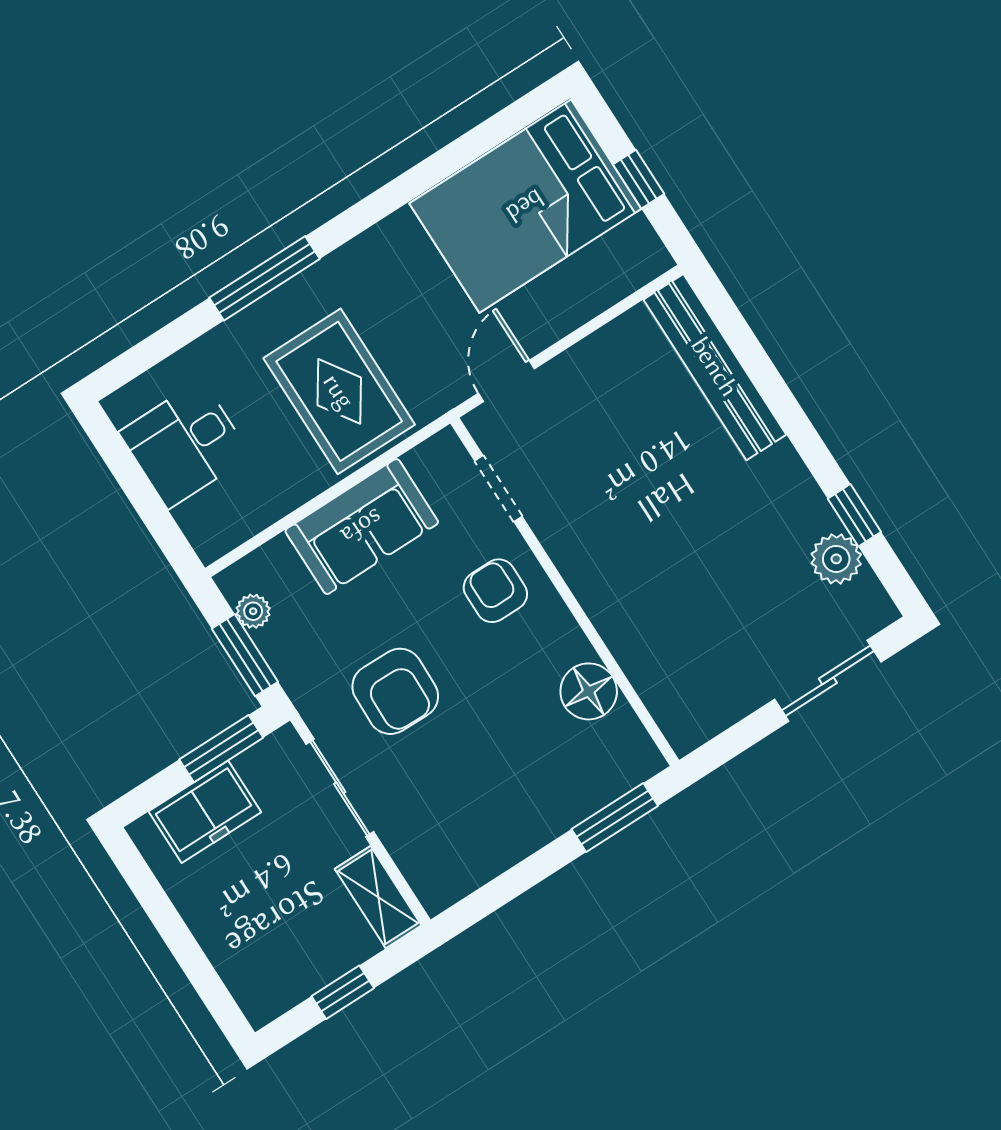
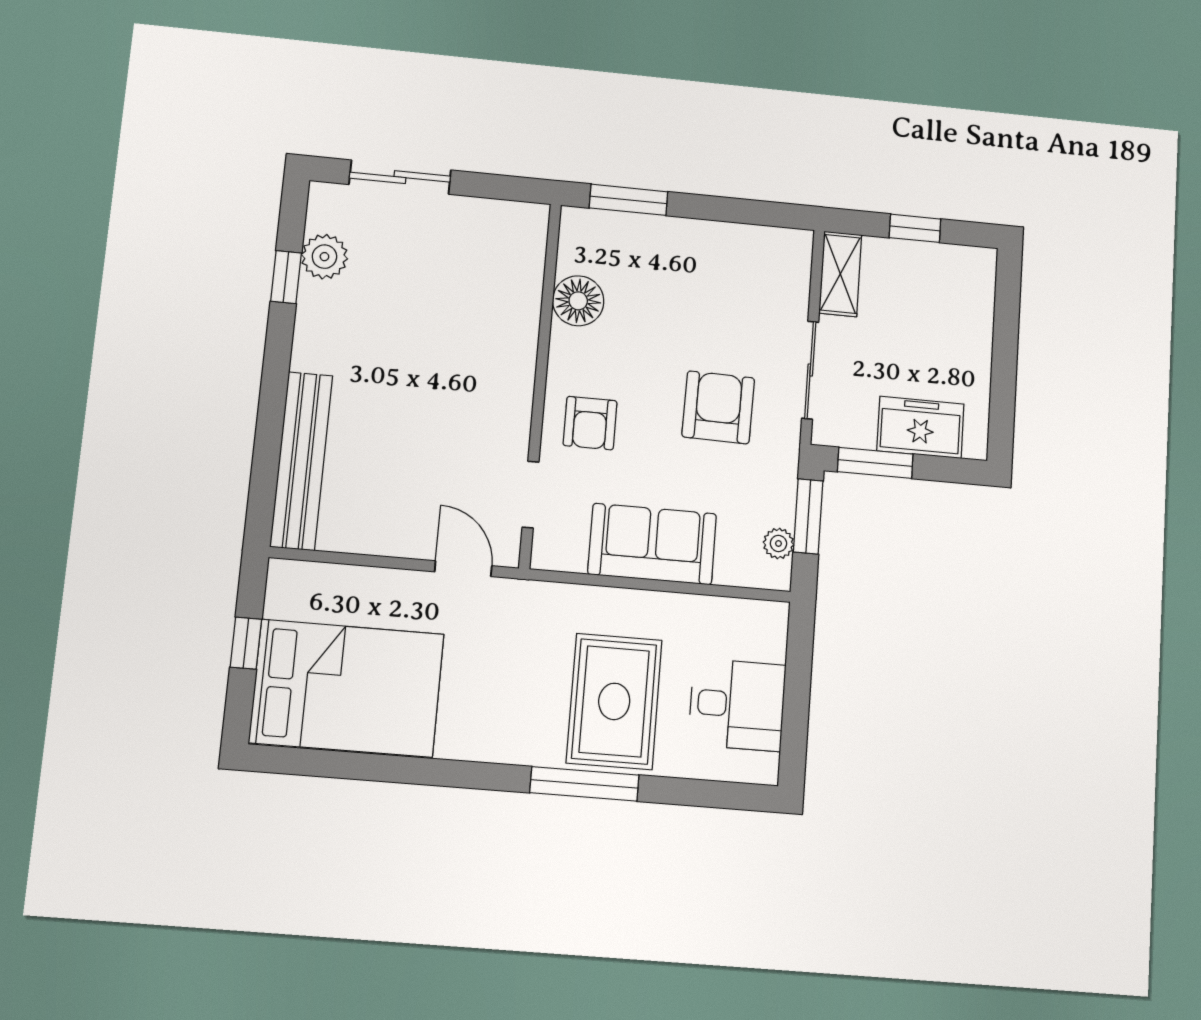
door: (506, 381) -> (463, 569), swing flipped
rug: (339, 391) -> (614, 701), moved

